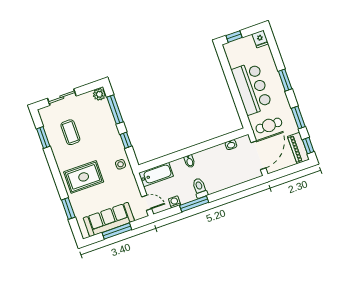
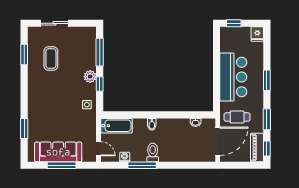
plant: (99, 94) -> (90, 77), moved
rug: (84, 177) -> (49, 104), removed

